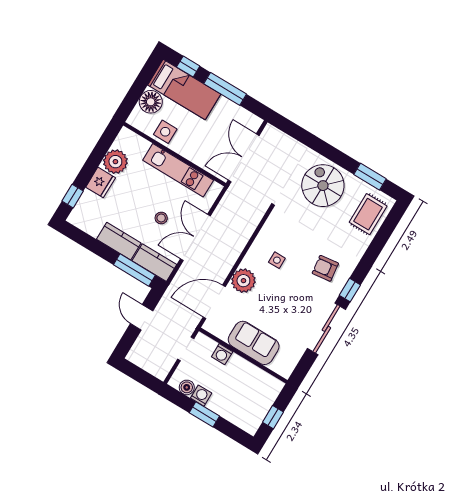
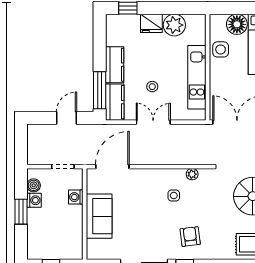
double door: (195, 237) -> (153, 122), width x0.73
plant: (243, 281) -> (192, 174), moved, width x0.53, depth x0.53
door: (214, 302) -> (112, 167), hinge flipped

